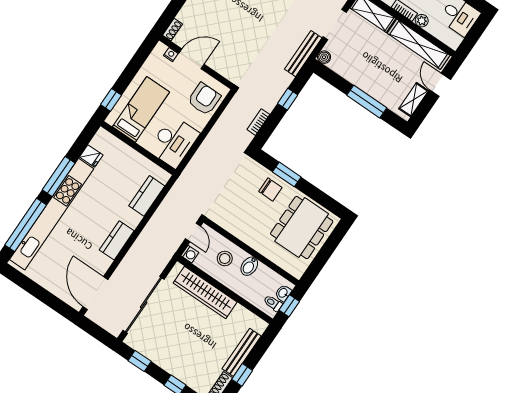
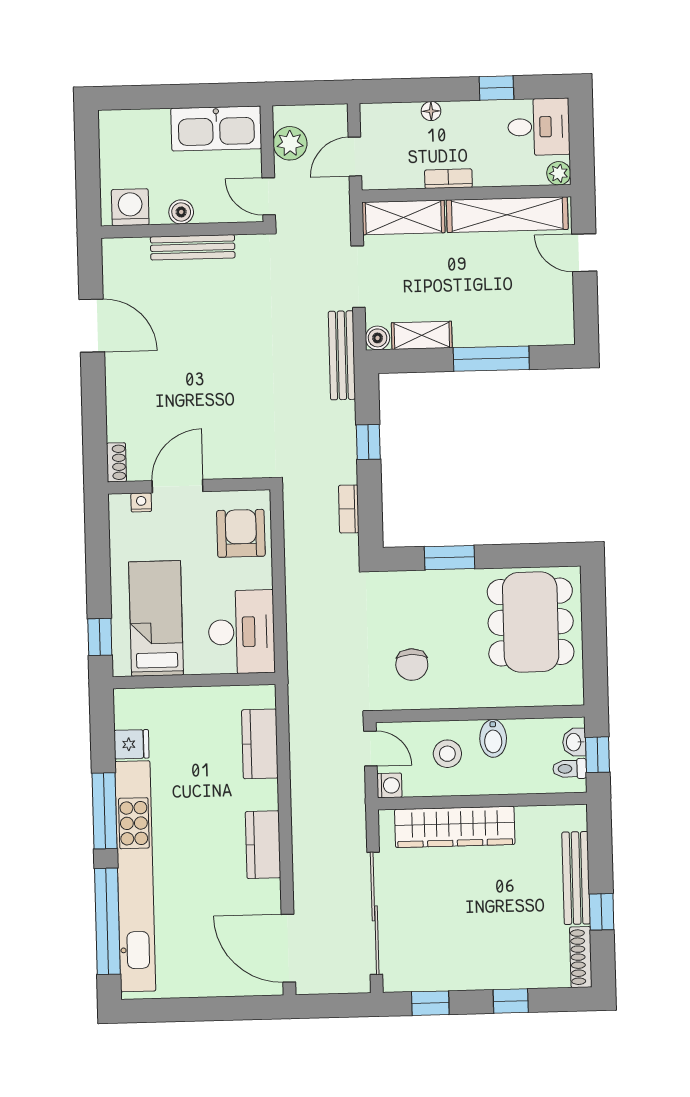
plant: (422, 21) -> (559, 173), moved
shelving: (414, 100) -> (422, 335), moved, turned 90
chair: (270, 189) -> (412, 665), moved, turned 90

